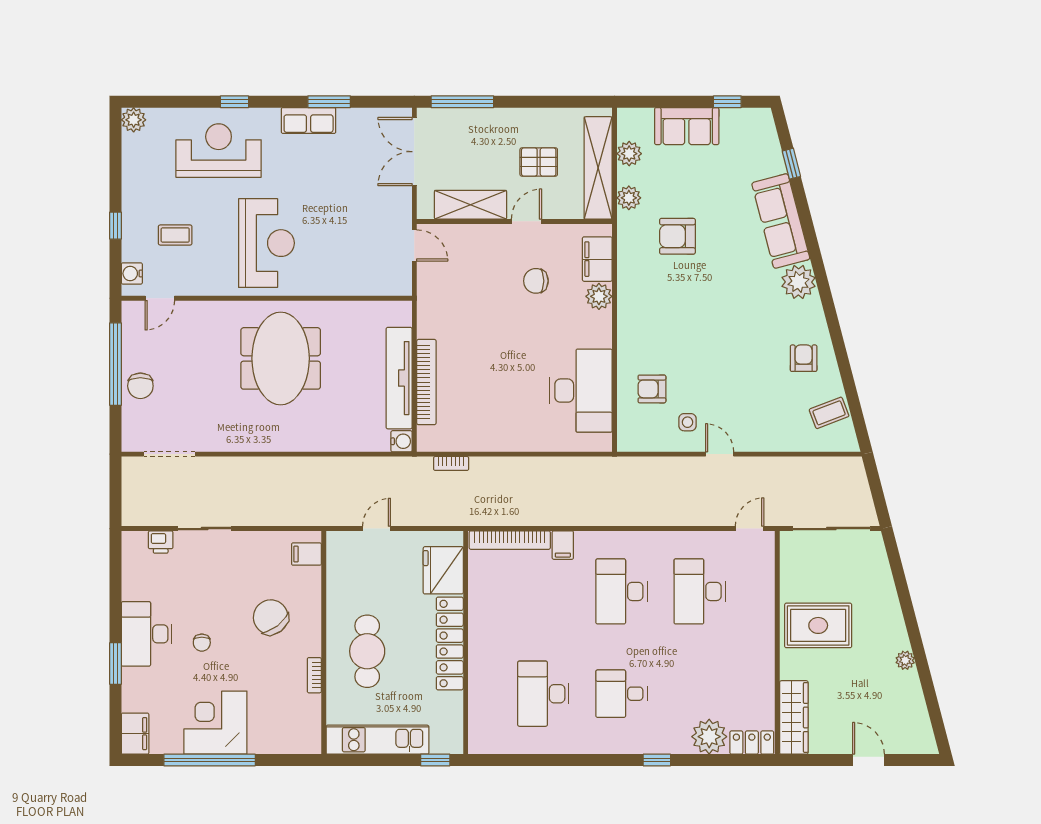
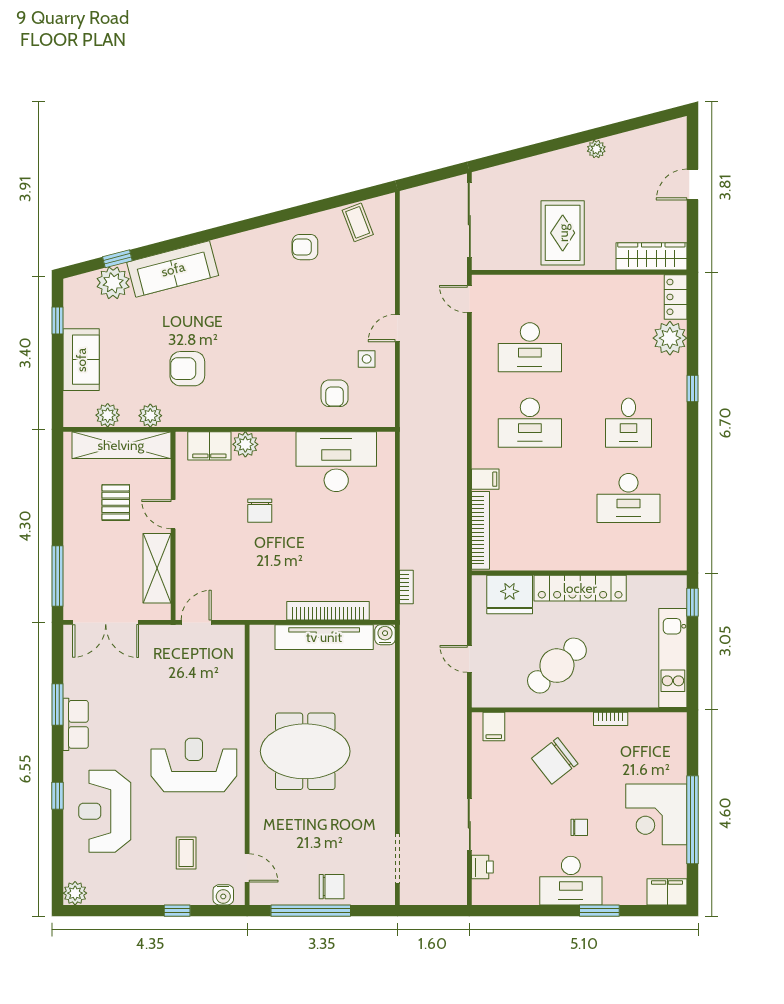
armchair: (677, 236) -> (187, 369), turned 90
chair: (536, 281) -> (260, 511), moved
plant: (798, 282) -> (113, 283), moved
cafe table: (367, 651) -> (557, 666), moved, turned -42

